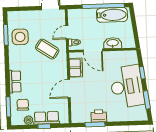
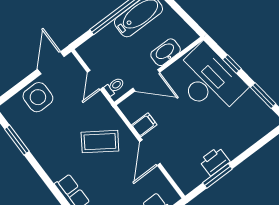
side table: (20, 37) -> (38, 97), moved
coffee table: (47, 49) -> (100, 142), moved
filing cabinet: (76, 68) -> (144, 125), width x0.50
desk: (127, 87) -> (209, 81), moved

